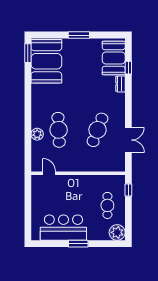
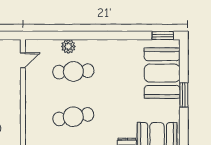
booth: (46, 61) -> (162, 73), moved, turned 90
cafe table: (97, 130) -> (73, 117), turned -30

